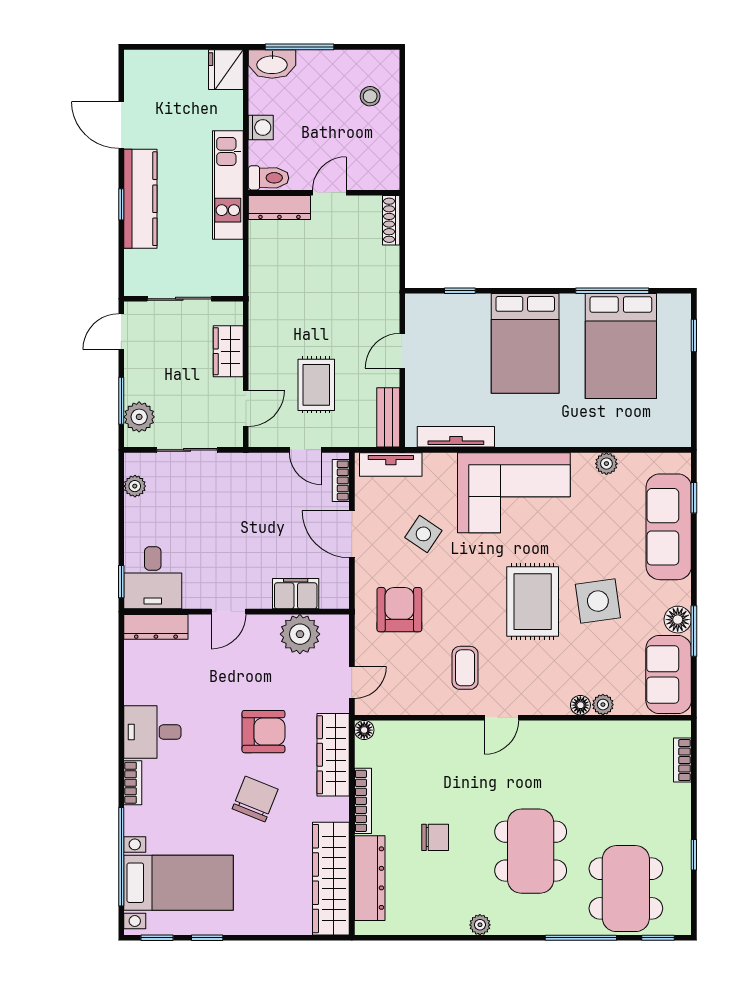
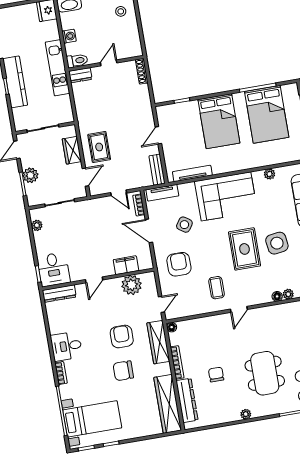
dresser: (279, 207) -> (80, 75), width x0.70
rug: (316, 385) -> (99, 147), moved
plant: (139, 417) -> (30, 175), moved
armchair: (263, 732) -> (122, 336), turned -90
chair: (255, 799) -> (123, 371), turned -112
chair: (435, 837) -> (216, 374), turned -90

